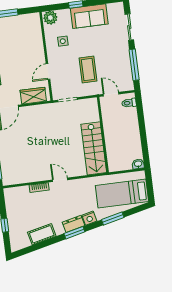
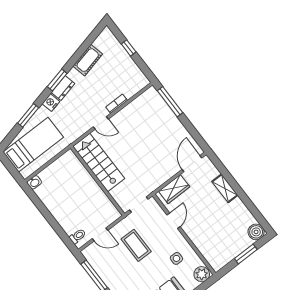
wall: (103, 135) -> (97, 181), moved
stairs: (94, 148) -> (99, 163), moved

